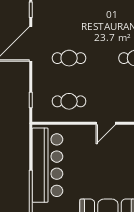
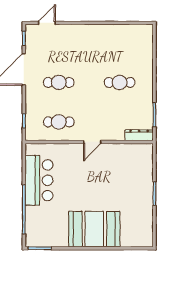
bar counter: (47, 165) -> (39, 180), width x0.73

